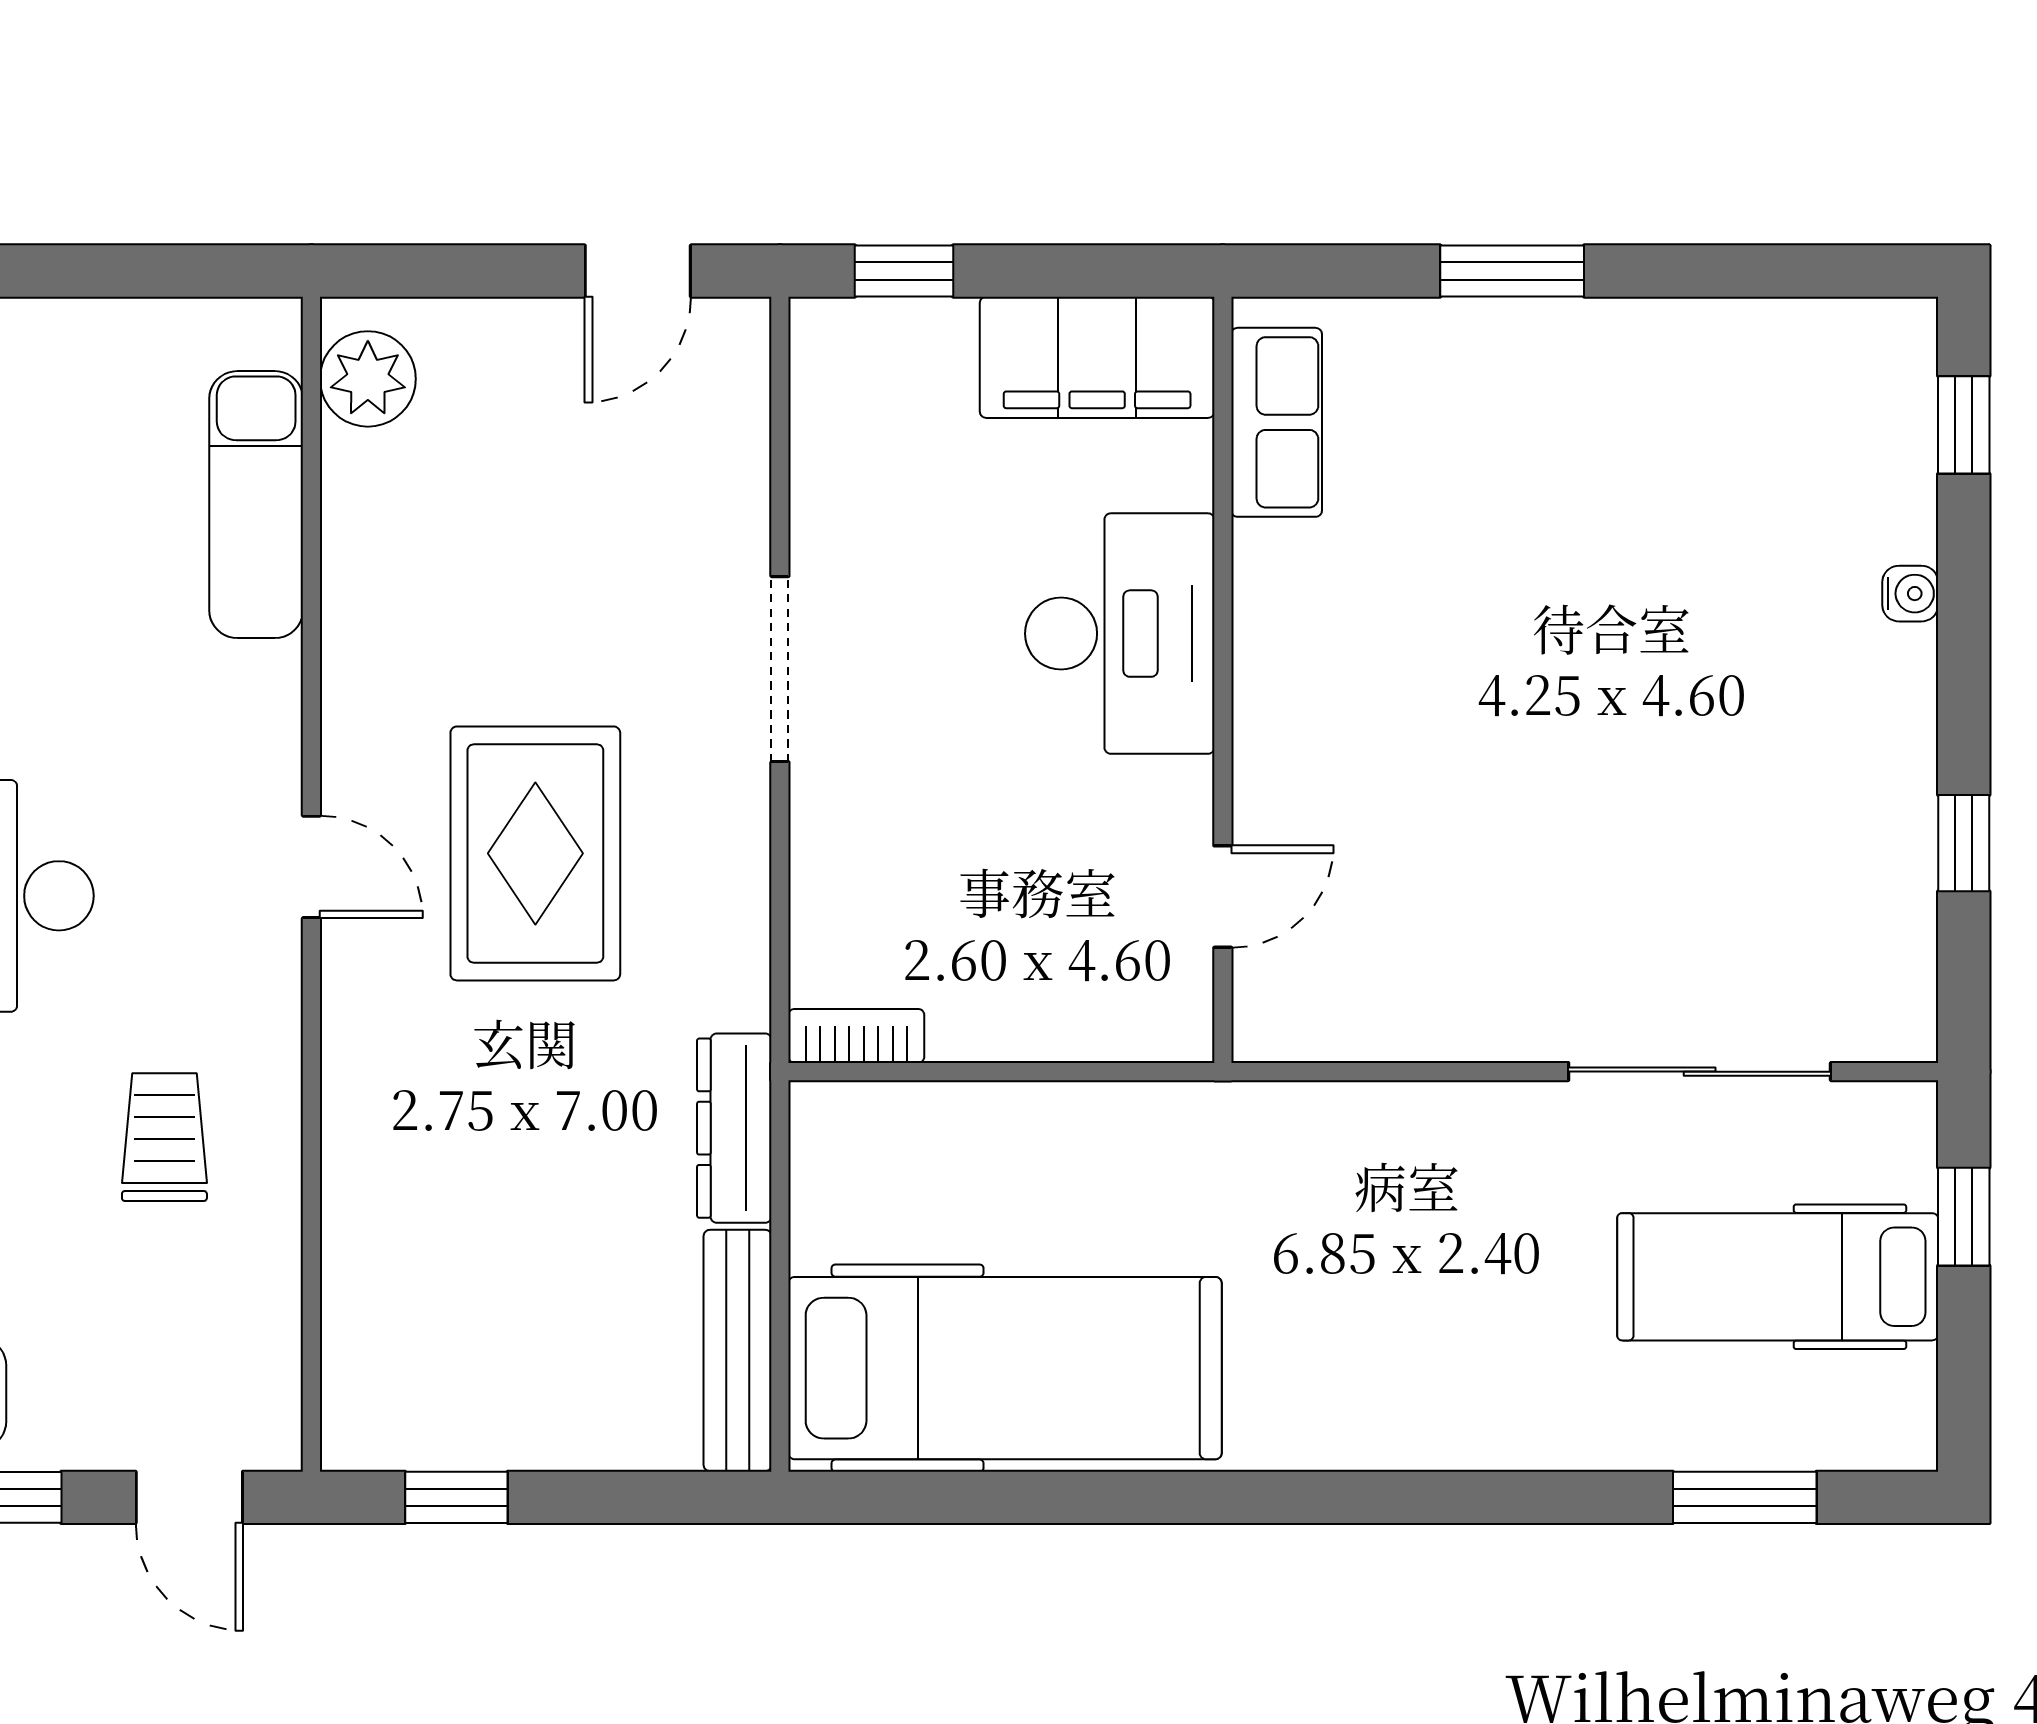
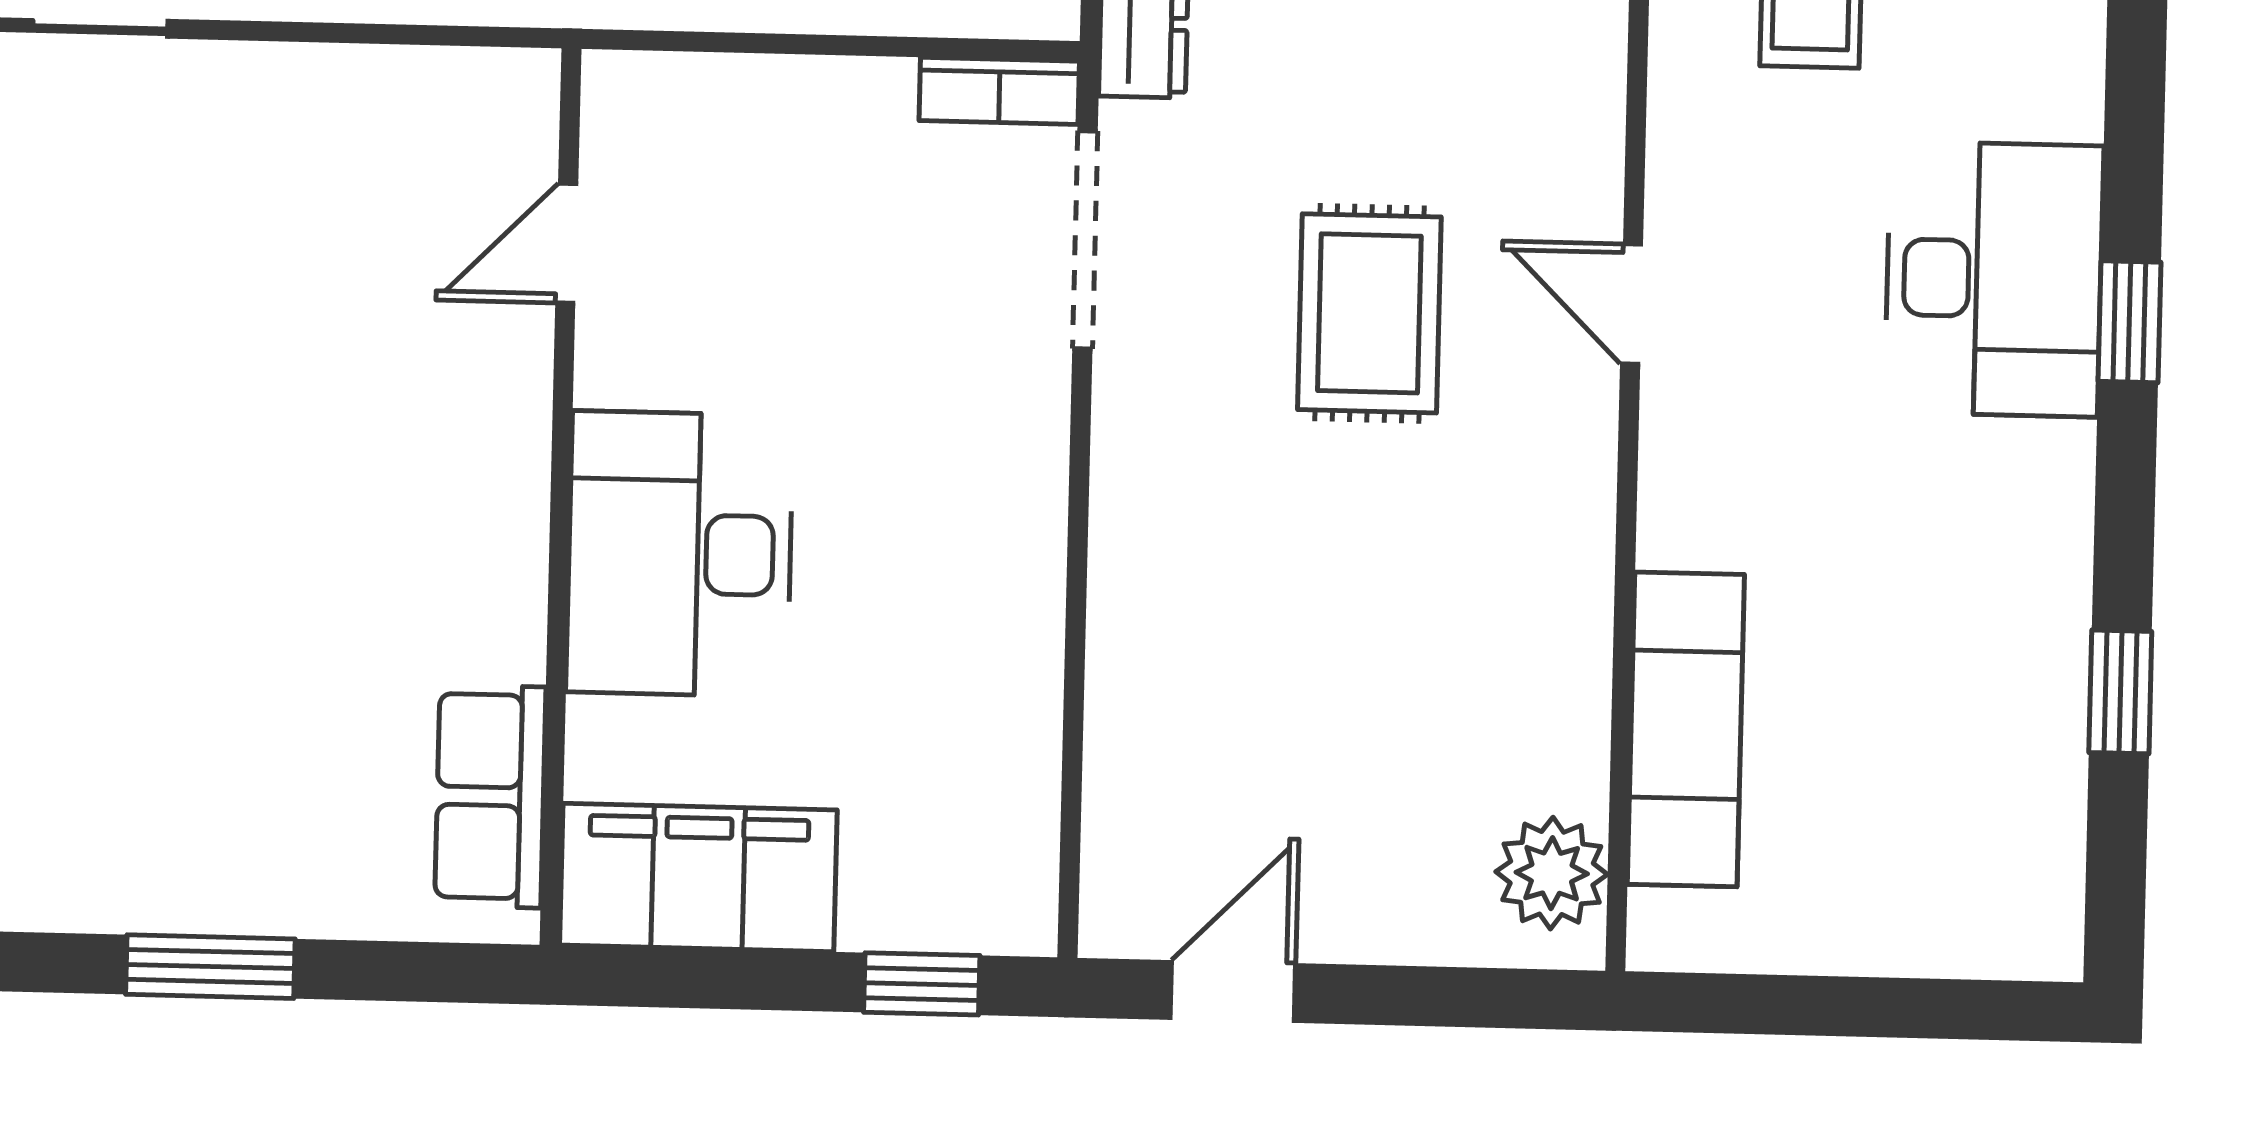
doorway: (780, 669) -> (1085, 240), moved
rug: (535, 853) -> (1369, 313), width x0.73, depth x0.70

